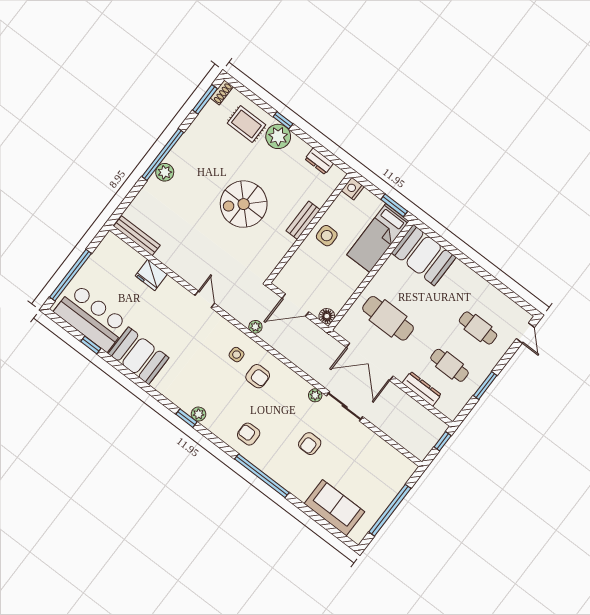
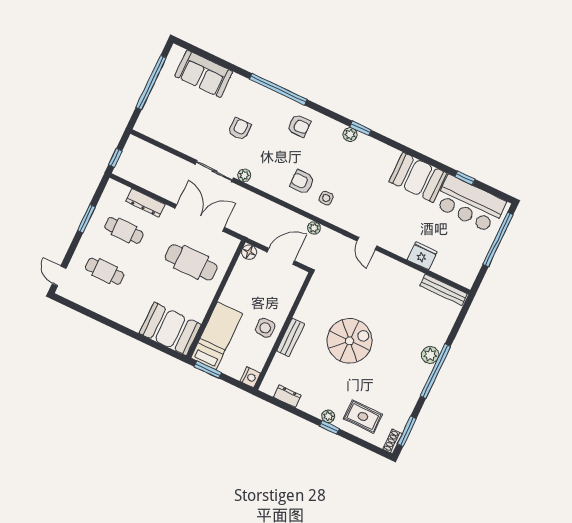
plant: (278, 136) -> (328, 416), width x0.53, depth x0.53

